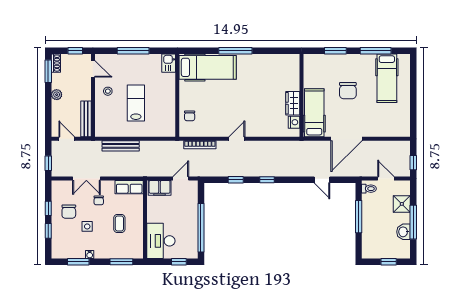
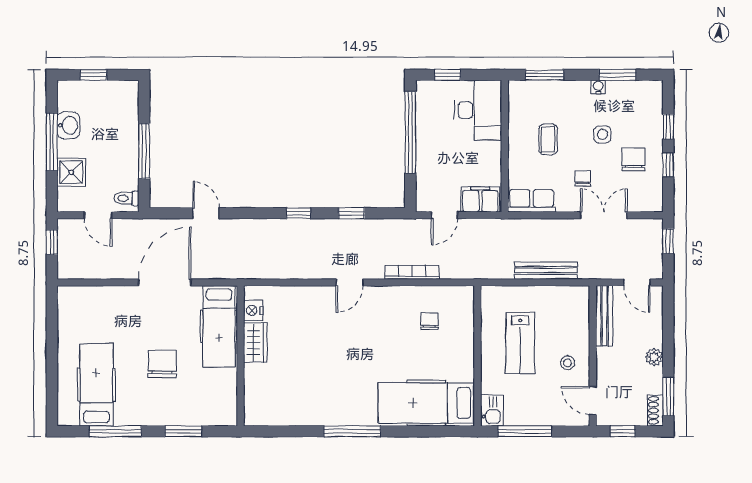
kitchen sink: (169, 63) -> (492, 410), moved
hospital bed: (208, 67) -> (426, 403), moved
wall: (177, 95) -> (477, 356), moved

